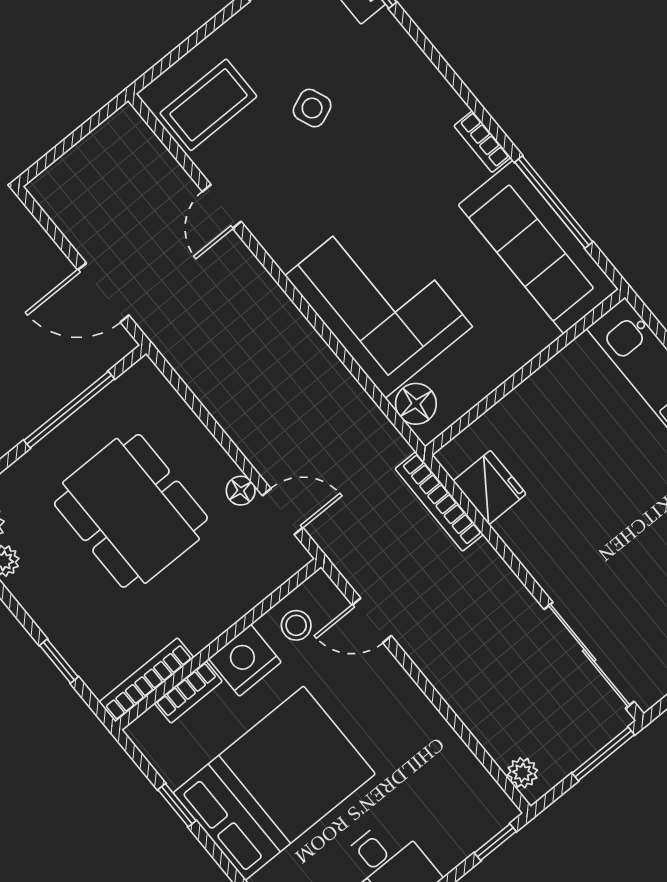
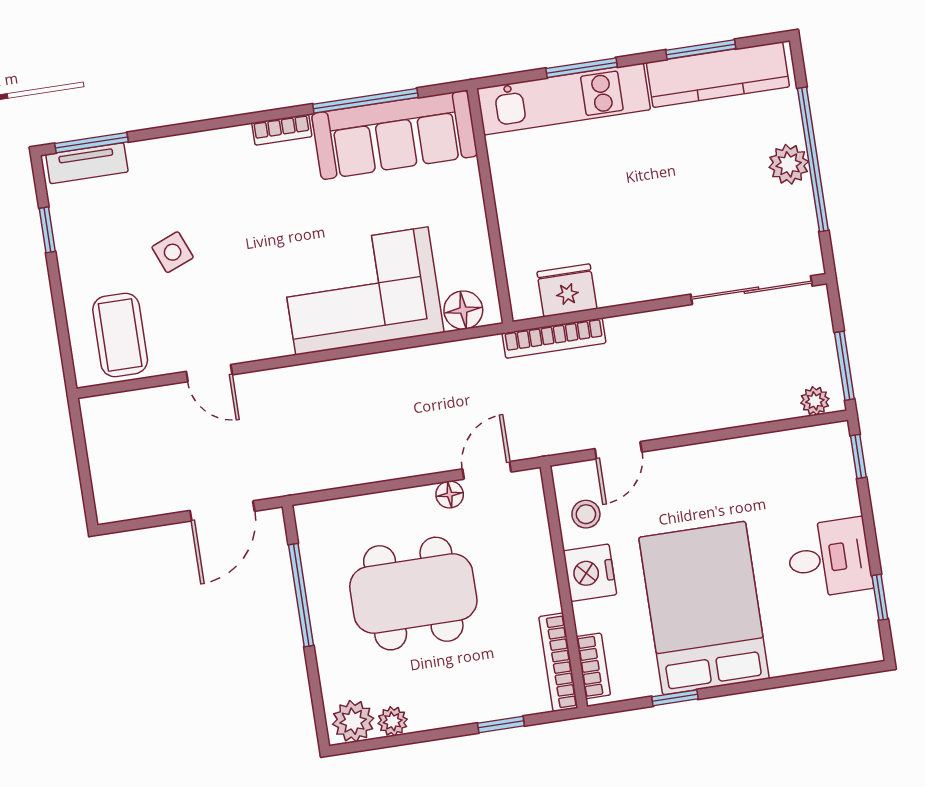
bookcase: (188, 692) -> (593, 666), moved
window: (603, 754) -> (844, 366), moved

